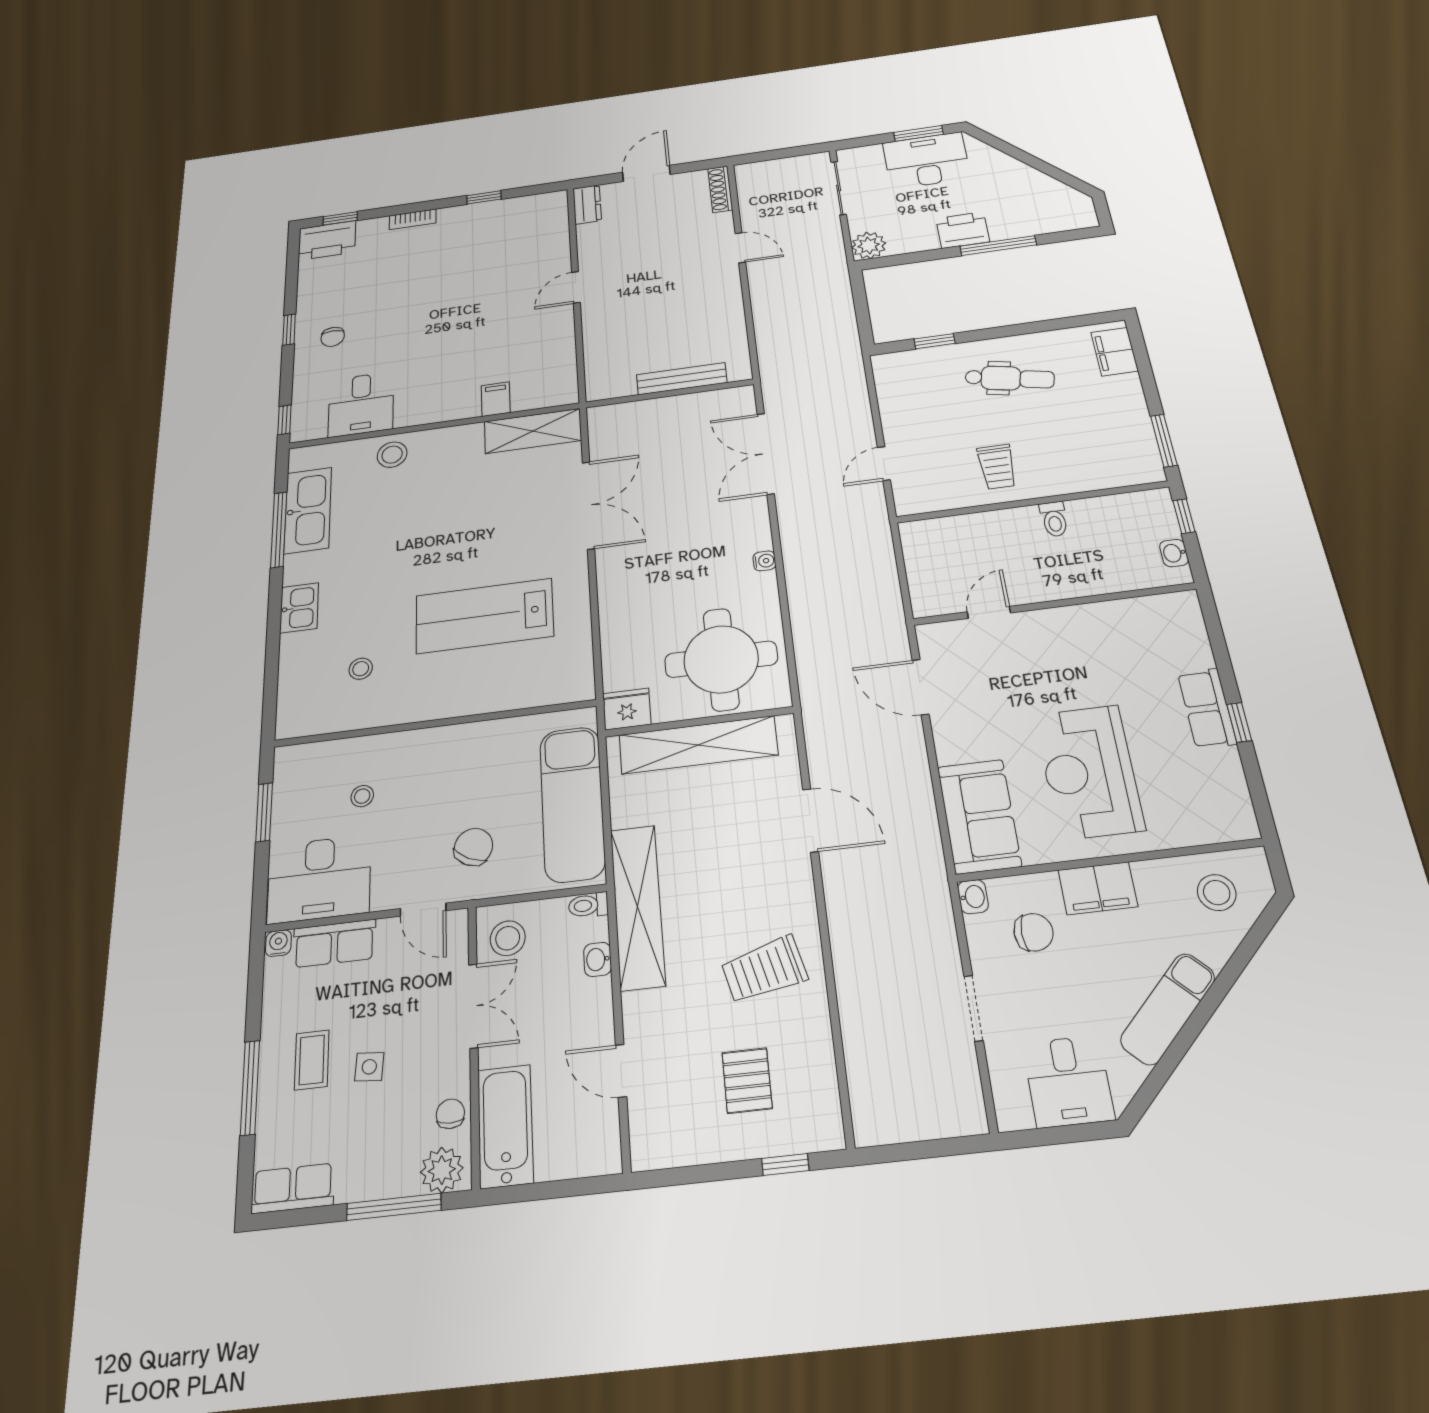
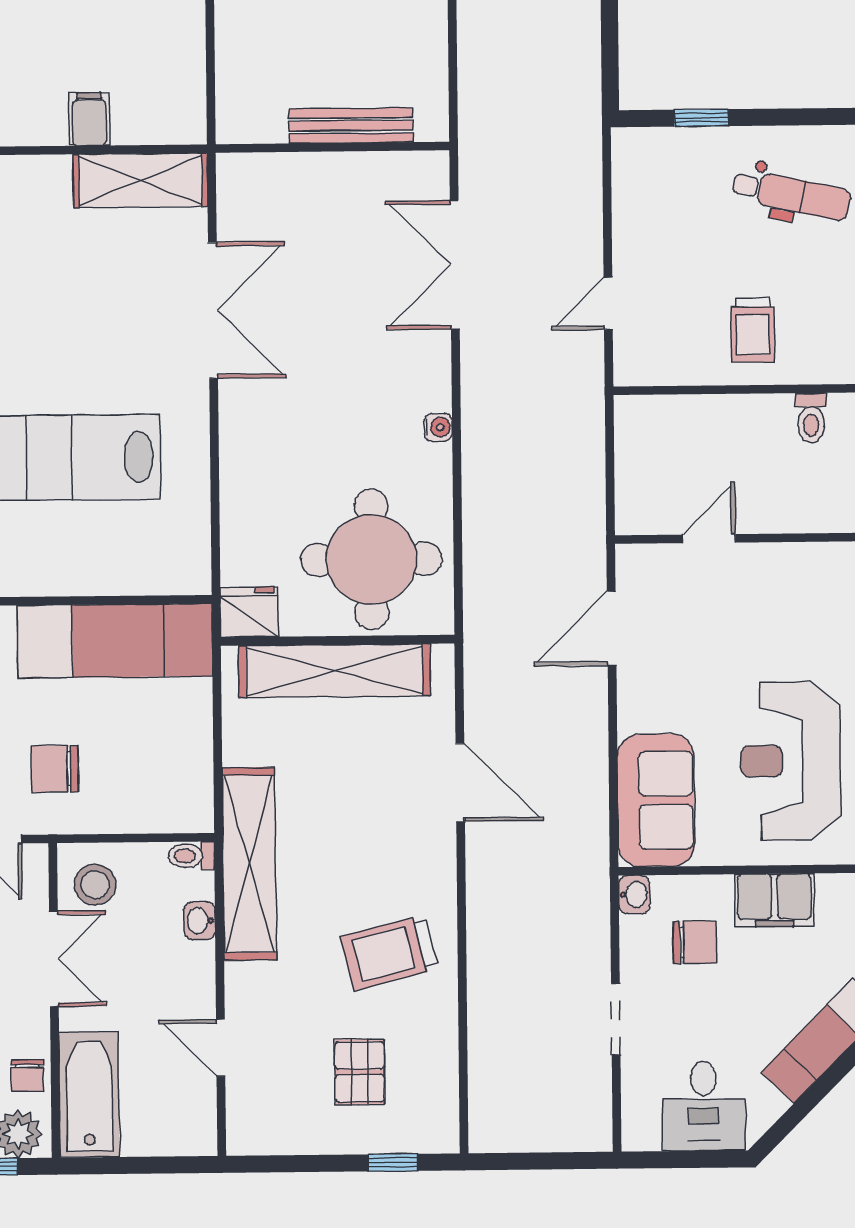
door: (921, 687) -> (612, 628), hinge flipped
exam couch: (572, 803) -> (115, 641), moved, turned -90
chair: (473, 847) -> (55, 769), turned -116
chair: (450, 1114) -> (27, 1075), turned 180

